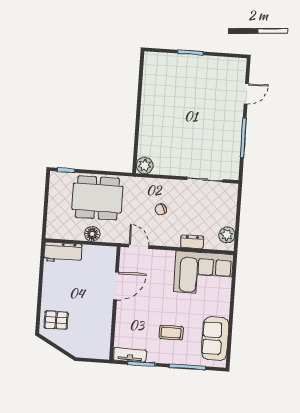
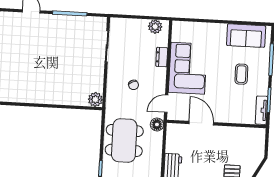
floor lamp: (92, 234) -> (157, 124), moved
corner sofa: (203, 273) -> (188, 68), moved

